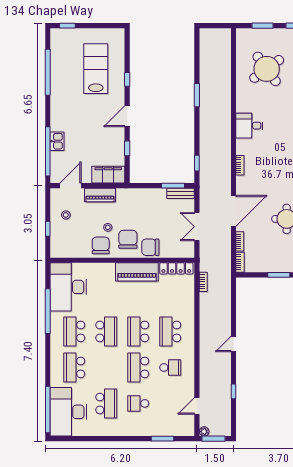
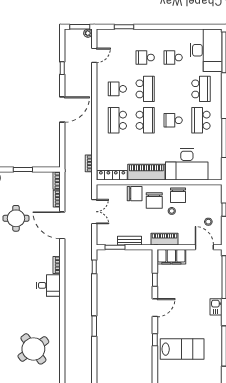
lab bench: (96, 69) -> (182, 349), turned -90
desk: (249, 126) -> (48, 285), moved
kitchen sink: (57, 141) -> (216, 307), moved
door: (70, 186) -> (204, 247), swing flipped
bench: (180, 193) -> (129, 241), moved
piano: (100, 195) -> (164, 239), moved
door: (234, 211) -> (62, 225), hinge flipped
desk: (68, 287) -> (187, 164), moved, turned 90
school desk: (74, 331) -> (201, 120), turned 180
school desk: (106, 331) -> (173, 120), width x0.54
school desk: (170, 331) -> (117, 120), turned 180
door: (234, 344) -> (62, 109), width x1.87
school desk: (106, 403) -> (173, 58), width x0.54
school desk: (138, 403) -> (145, 58), turned 180

